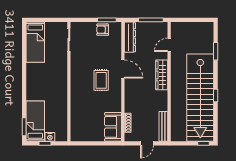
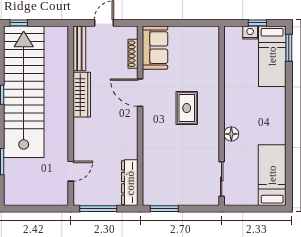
armchair: (103, 30) -> (171, 194), removed
door: (123, 69) -> (140, 93), moved
floor lamp: (62, 70) -> (231, 134), added
wardrobe: (162, 75) -> (82, 95), moved
rug: (101, 80) -> (187, 108), moved

